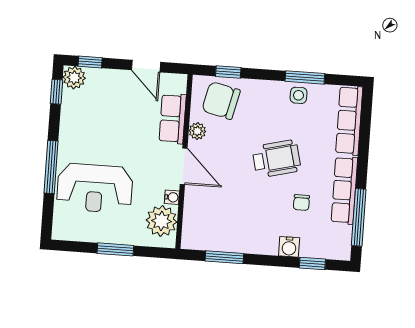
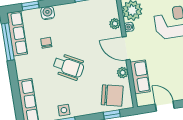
wheelchair: (277, 159) -> (68, 67), turned -138
row of seats: (344, 190) -> (17, 33), moved
plant: (192, 207) -> (115, 24), added

